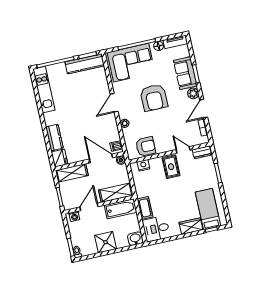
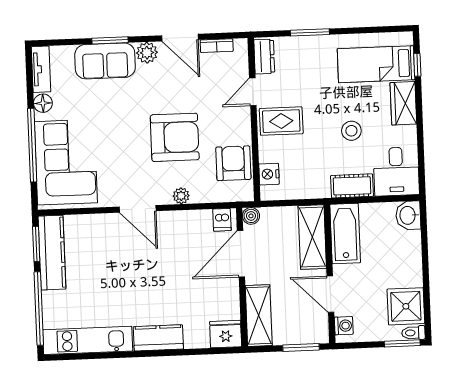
armchair: (154, 98) -> (175, 137), moved
kitchen counter: (54, 138) -> (158, 338), moved
stool: (173, 203) -> (351, 131), added
shower: (106, 242) -> (406, 306), moved

